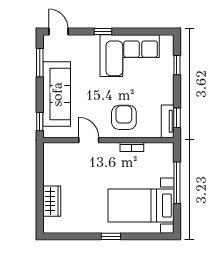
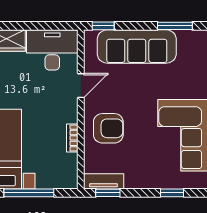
desk: (59, 163) -> (52, 50), added

